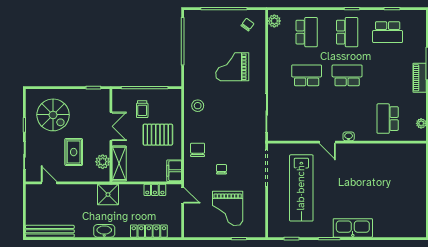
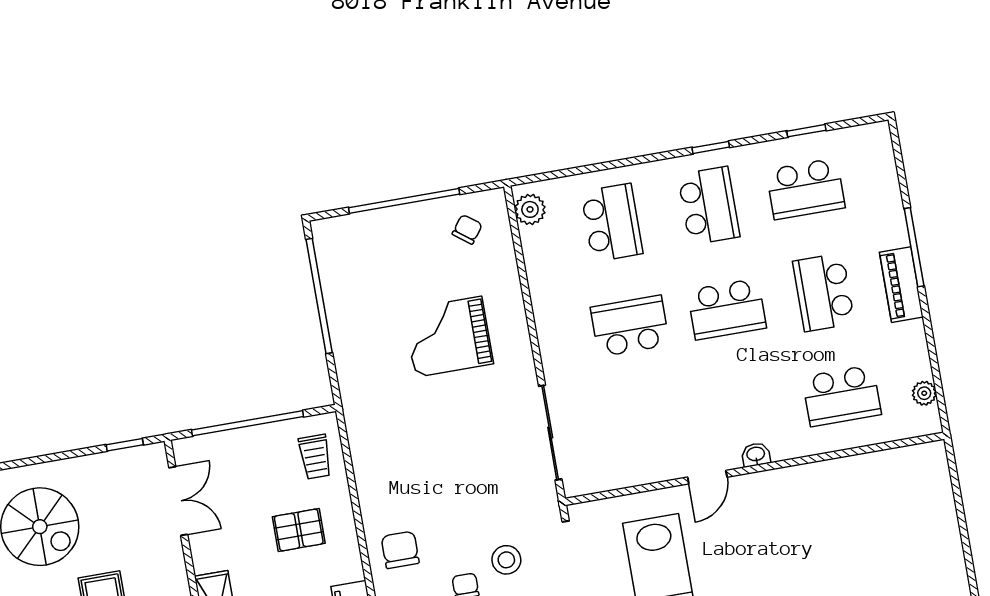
school desk: (347, 75) -> (727, 309), turned 180
school desk: (388, 75) -> (824, 292), added
stool: (198, 106) -> (506, 560), moved
trolley: (142, 109) -> (315, 457), moved
school desk: (388, 119) -> (842, 396), turned -90
double door: (111, 126) -> (178, 501), moved
pallet: (158, 135) -> (299, 530), width x0.67, depth x0.71
door: (327, 142) -> (707, 477), hinge flipped

